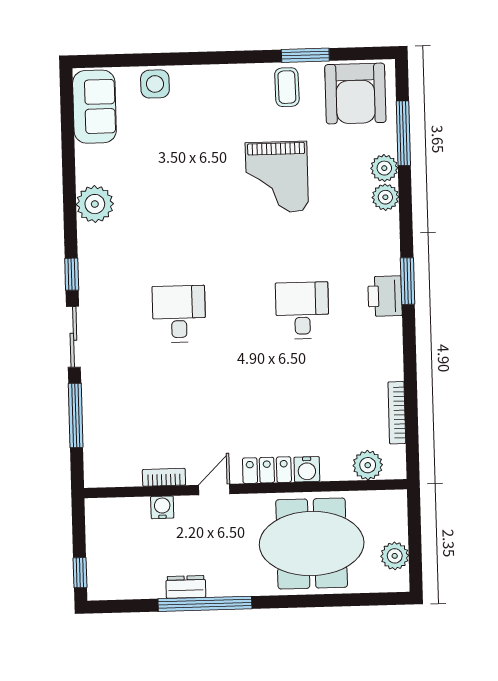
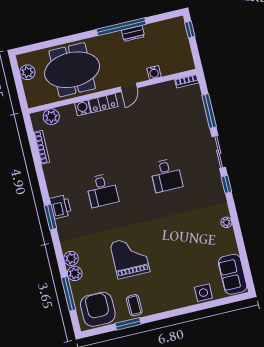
plant: (95, 204) -> (226, 222), width x0.53, depth x0.53
bookcase: (164, 477) -> (187, 81), moved

